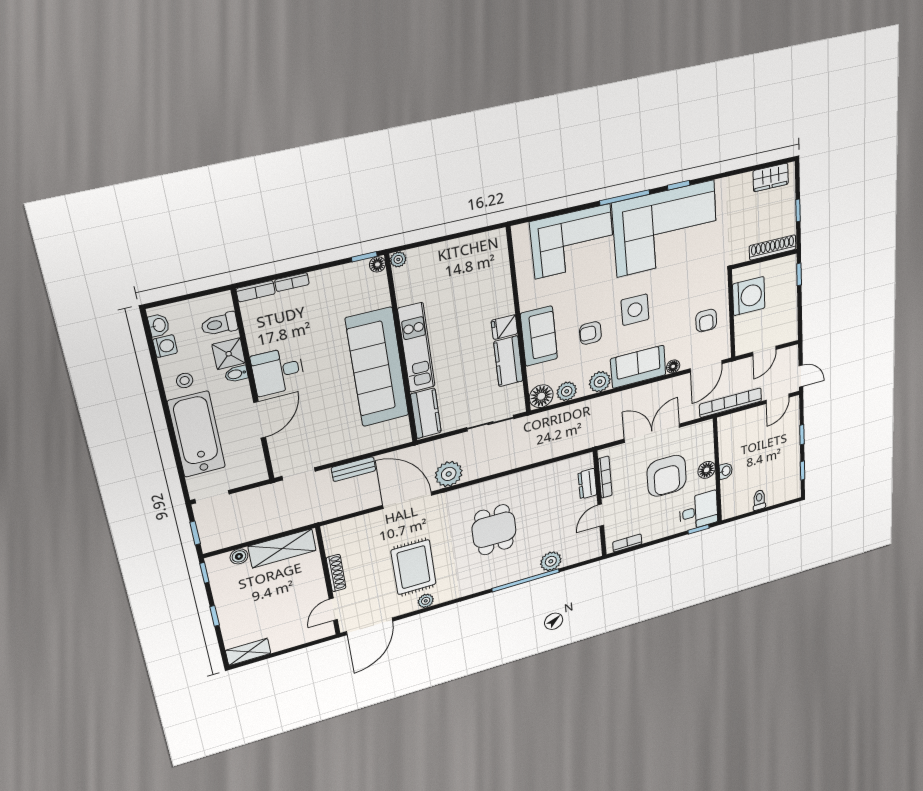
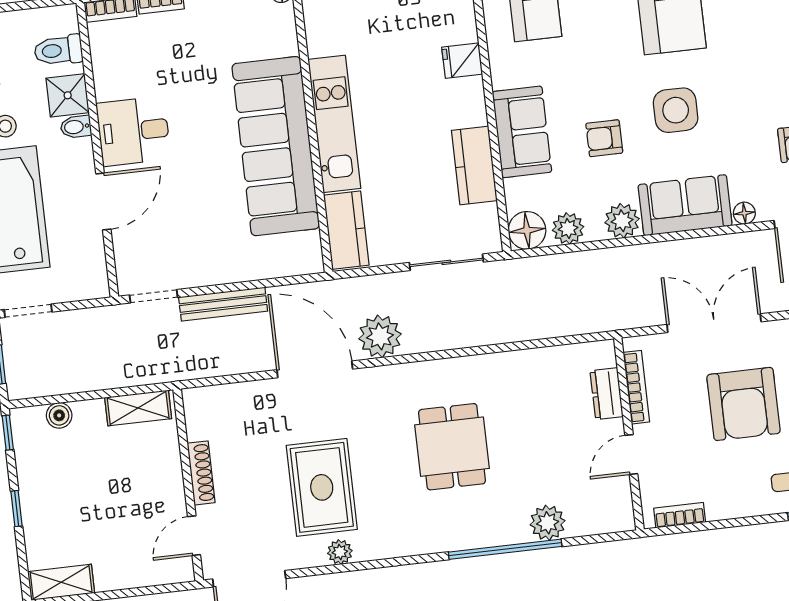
fridge: (504, 327) -> (462, 61), moved
bench: (353, 469) -> (223, 304), width x1.36
shelving: (282, 548) -> (138, 408), width x0.67, depth x0.75

